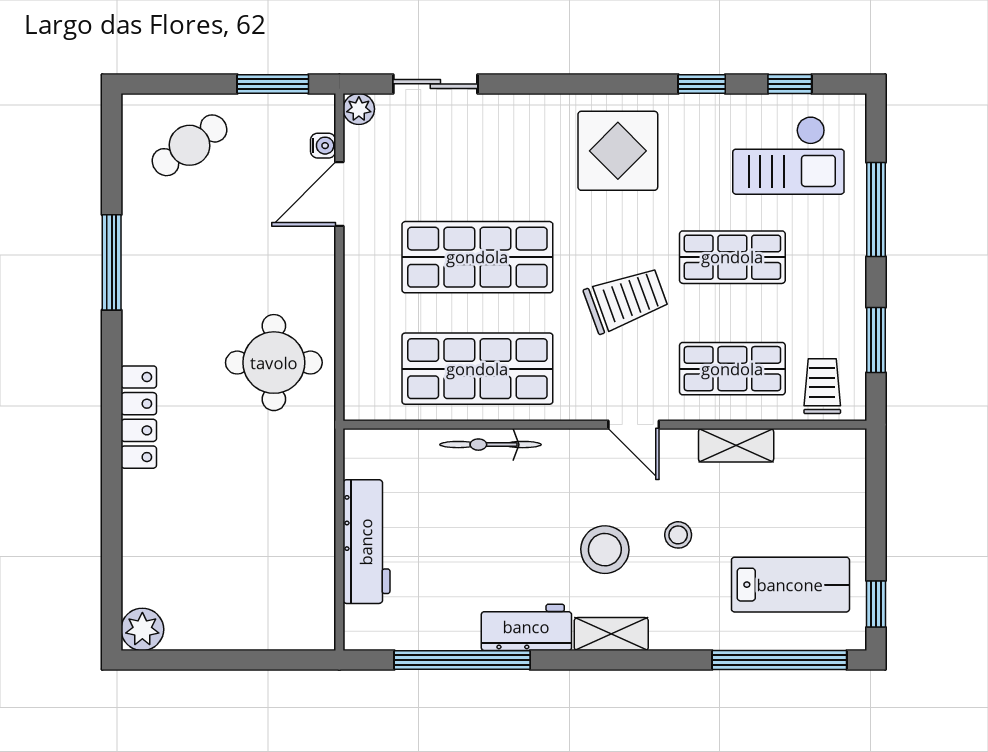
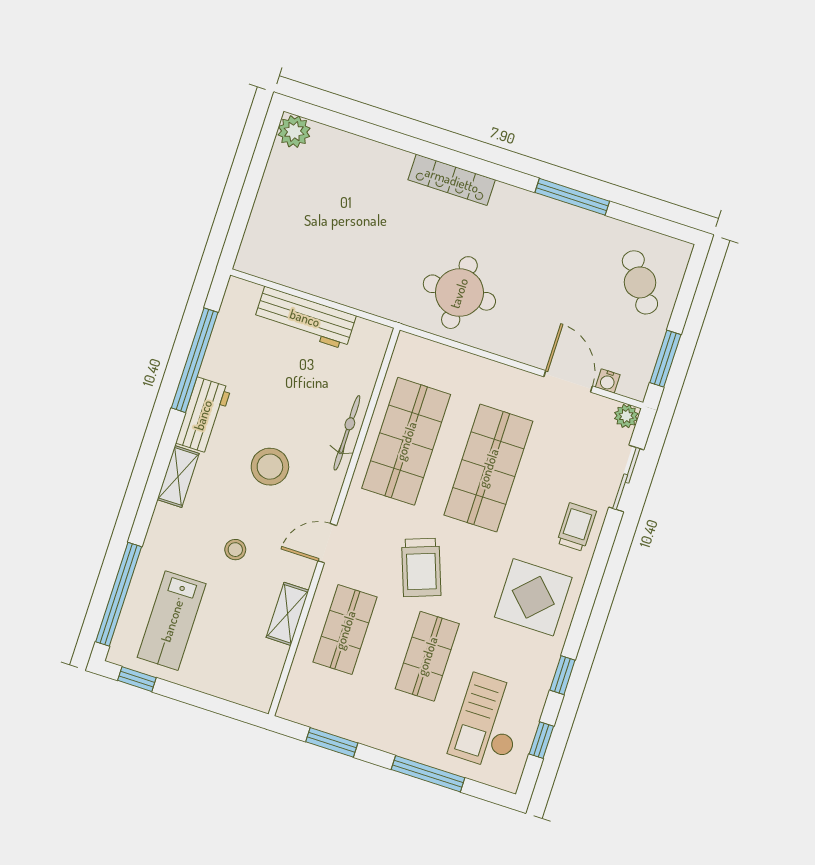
trolley: (822, 386) -> (576, 527), moved, turned -90
stool: (605, 550) -> (270, 467), moved

